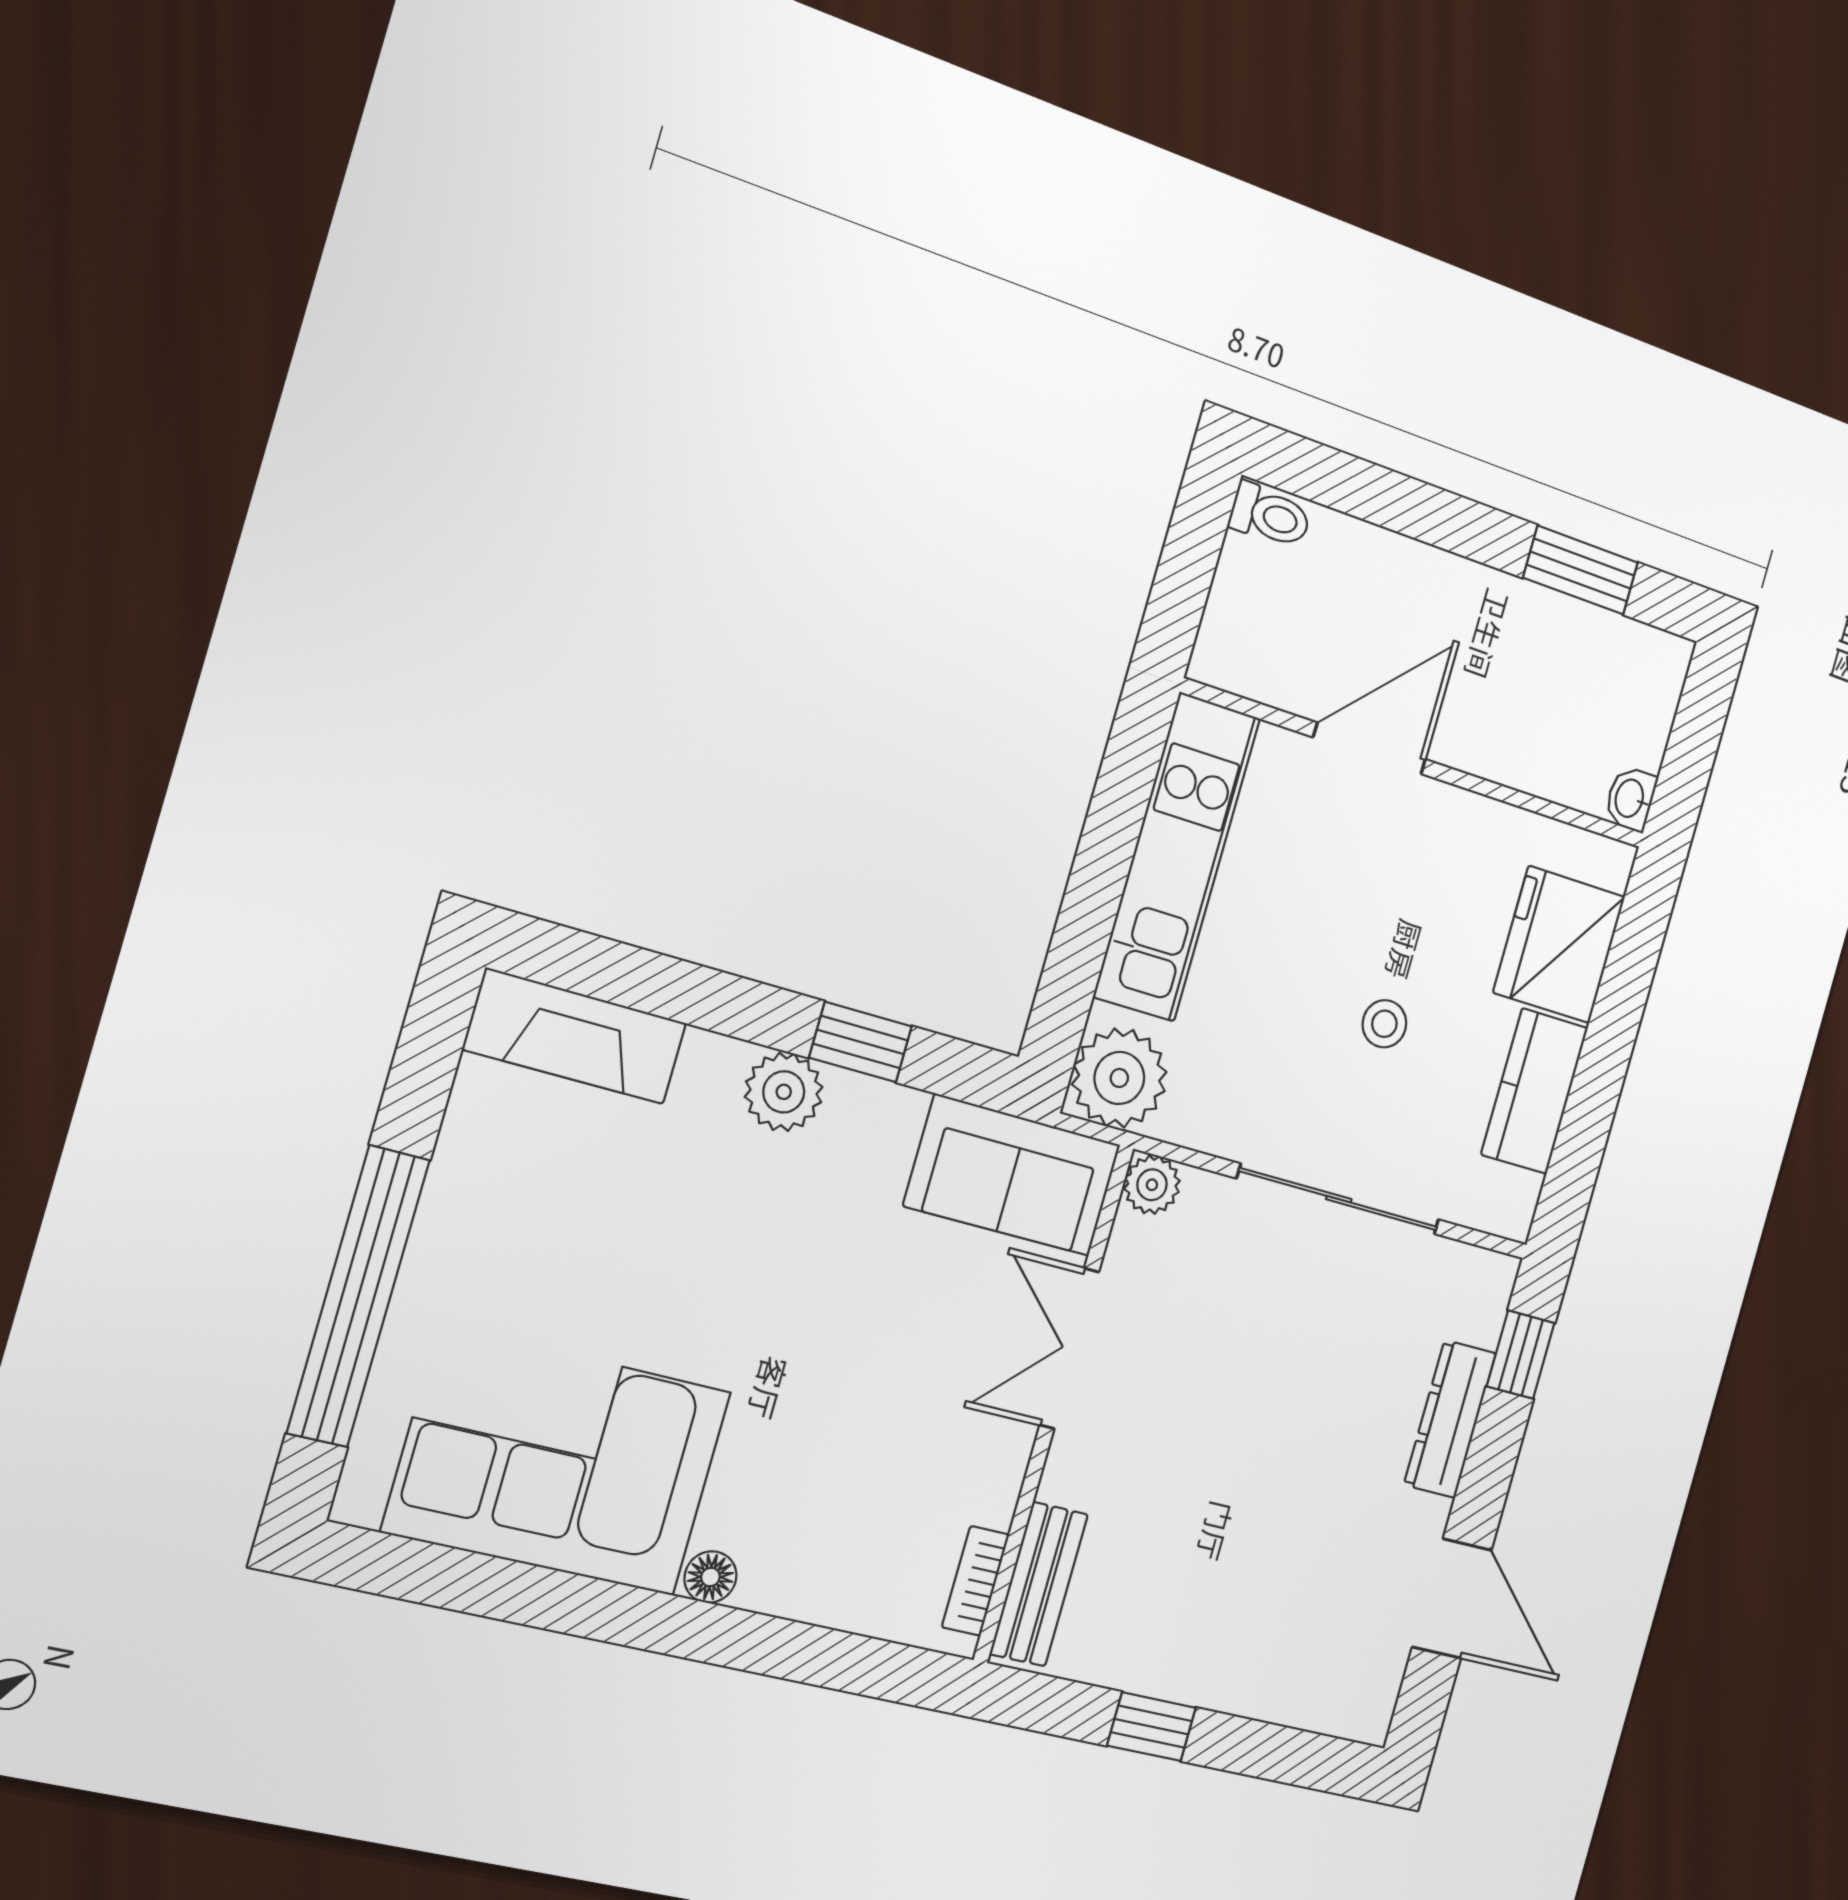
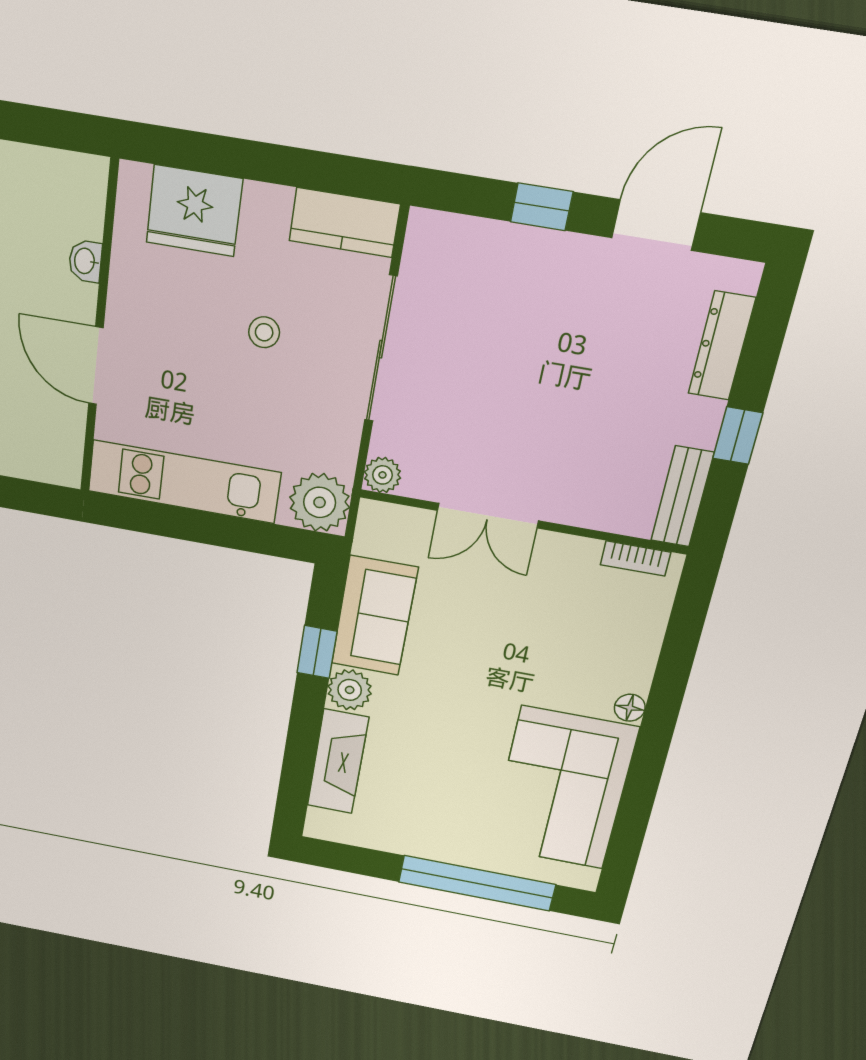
washbasin: (1630, 799) -> (85, 261), moved, turned 90
fireplace: (575, 1036) -> (338, 762), moved
kitchen counter: (1534, 1091) -> (344, 223), moved
sofa: (1012, 1175) -> (374, 616), moved
window: (1521, 1355) -> (542, 207), moved
dresser: (1450, 1419) -> (722, 346), moved, turned 90
bench: (1039, 1584) -> (682, 497), moved, turned 90

